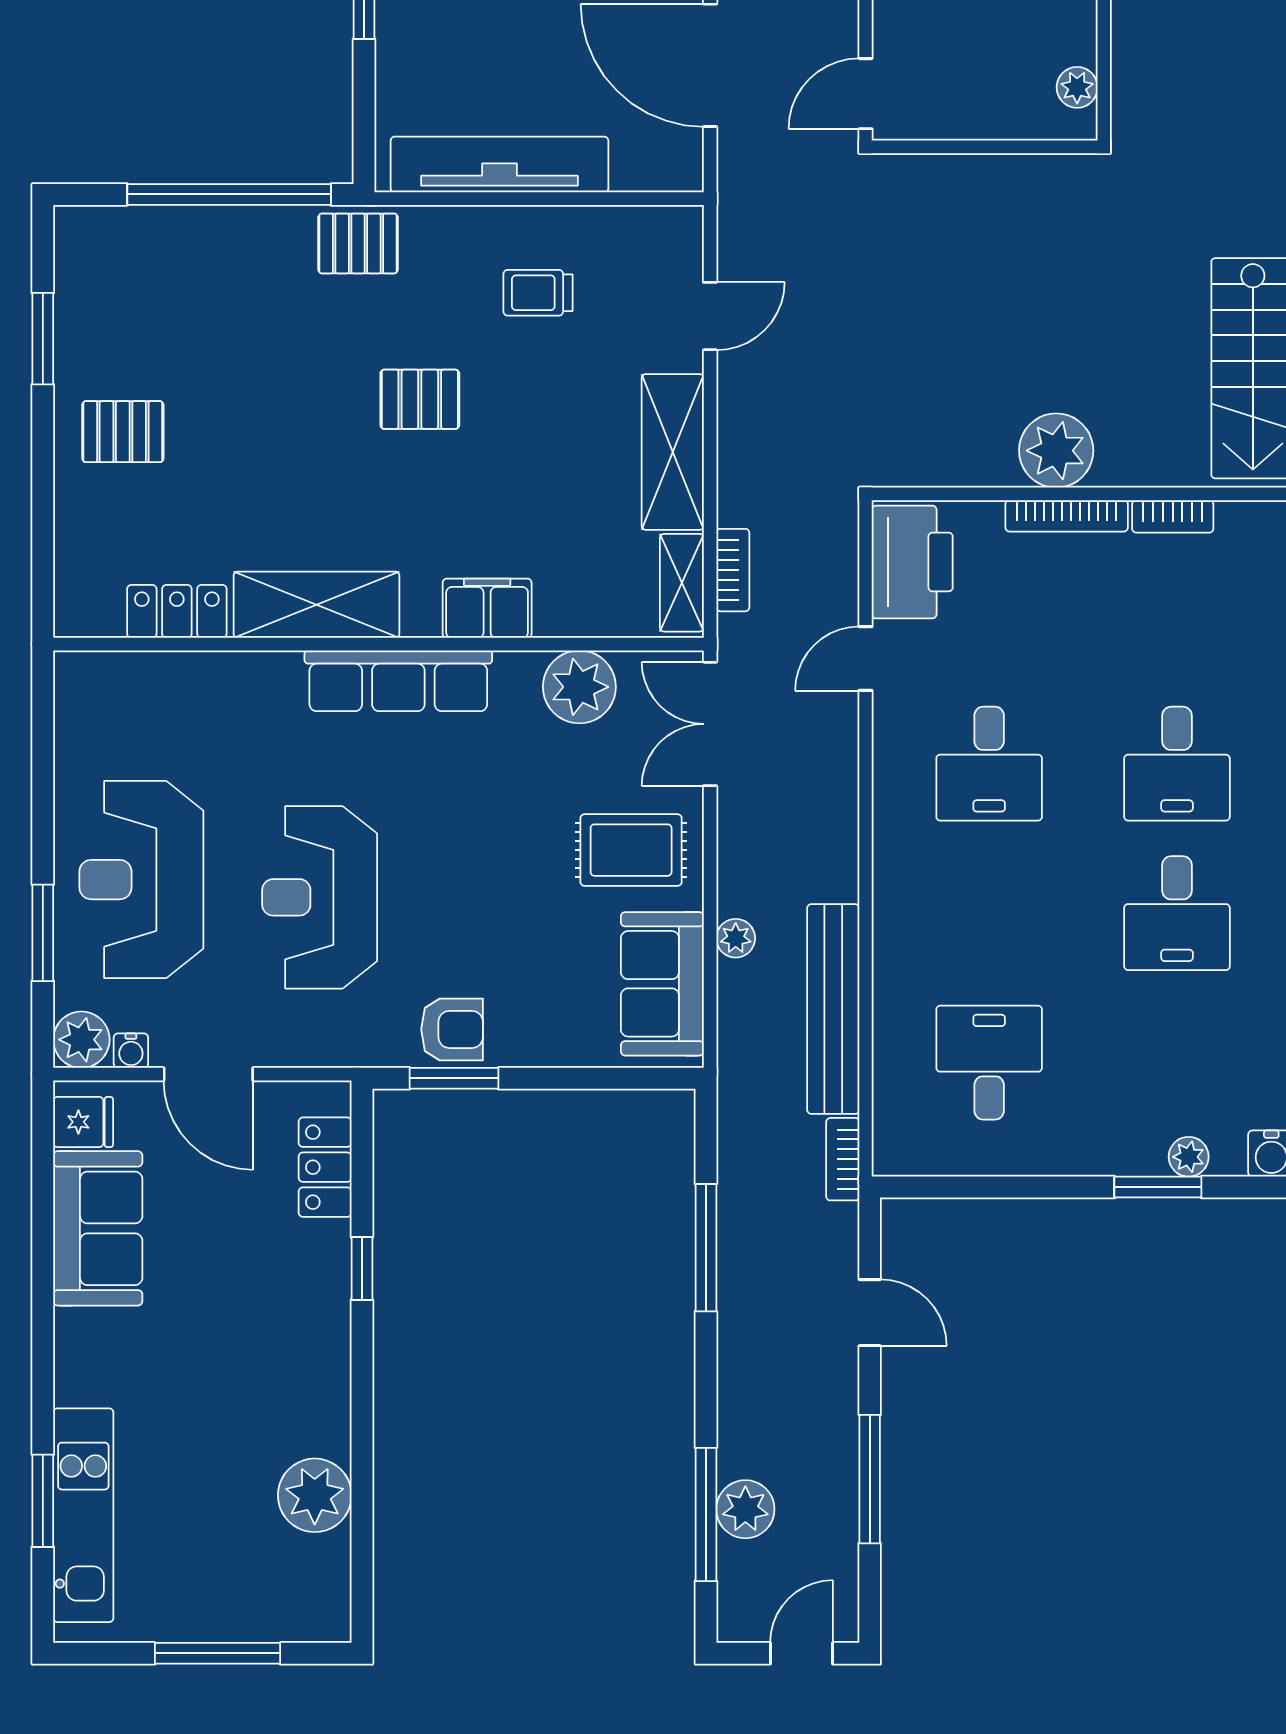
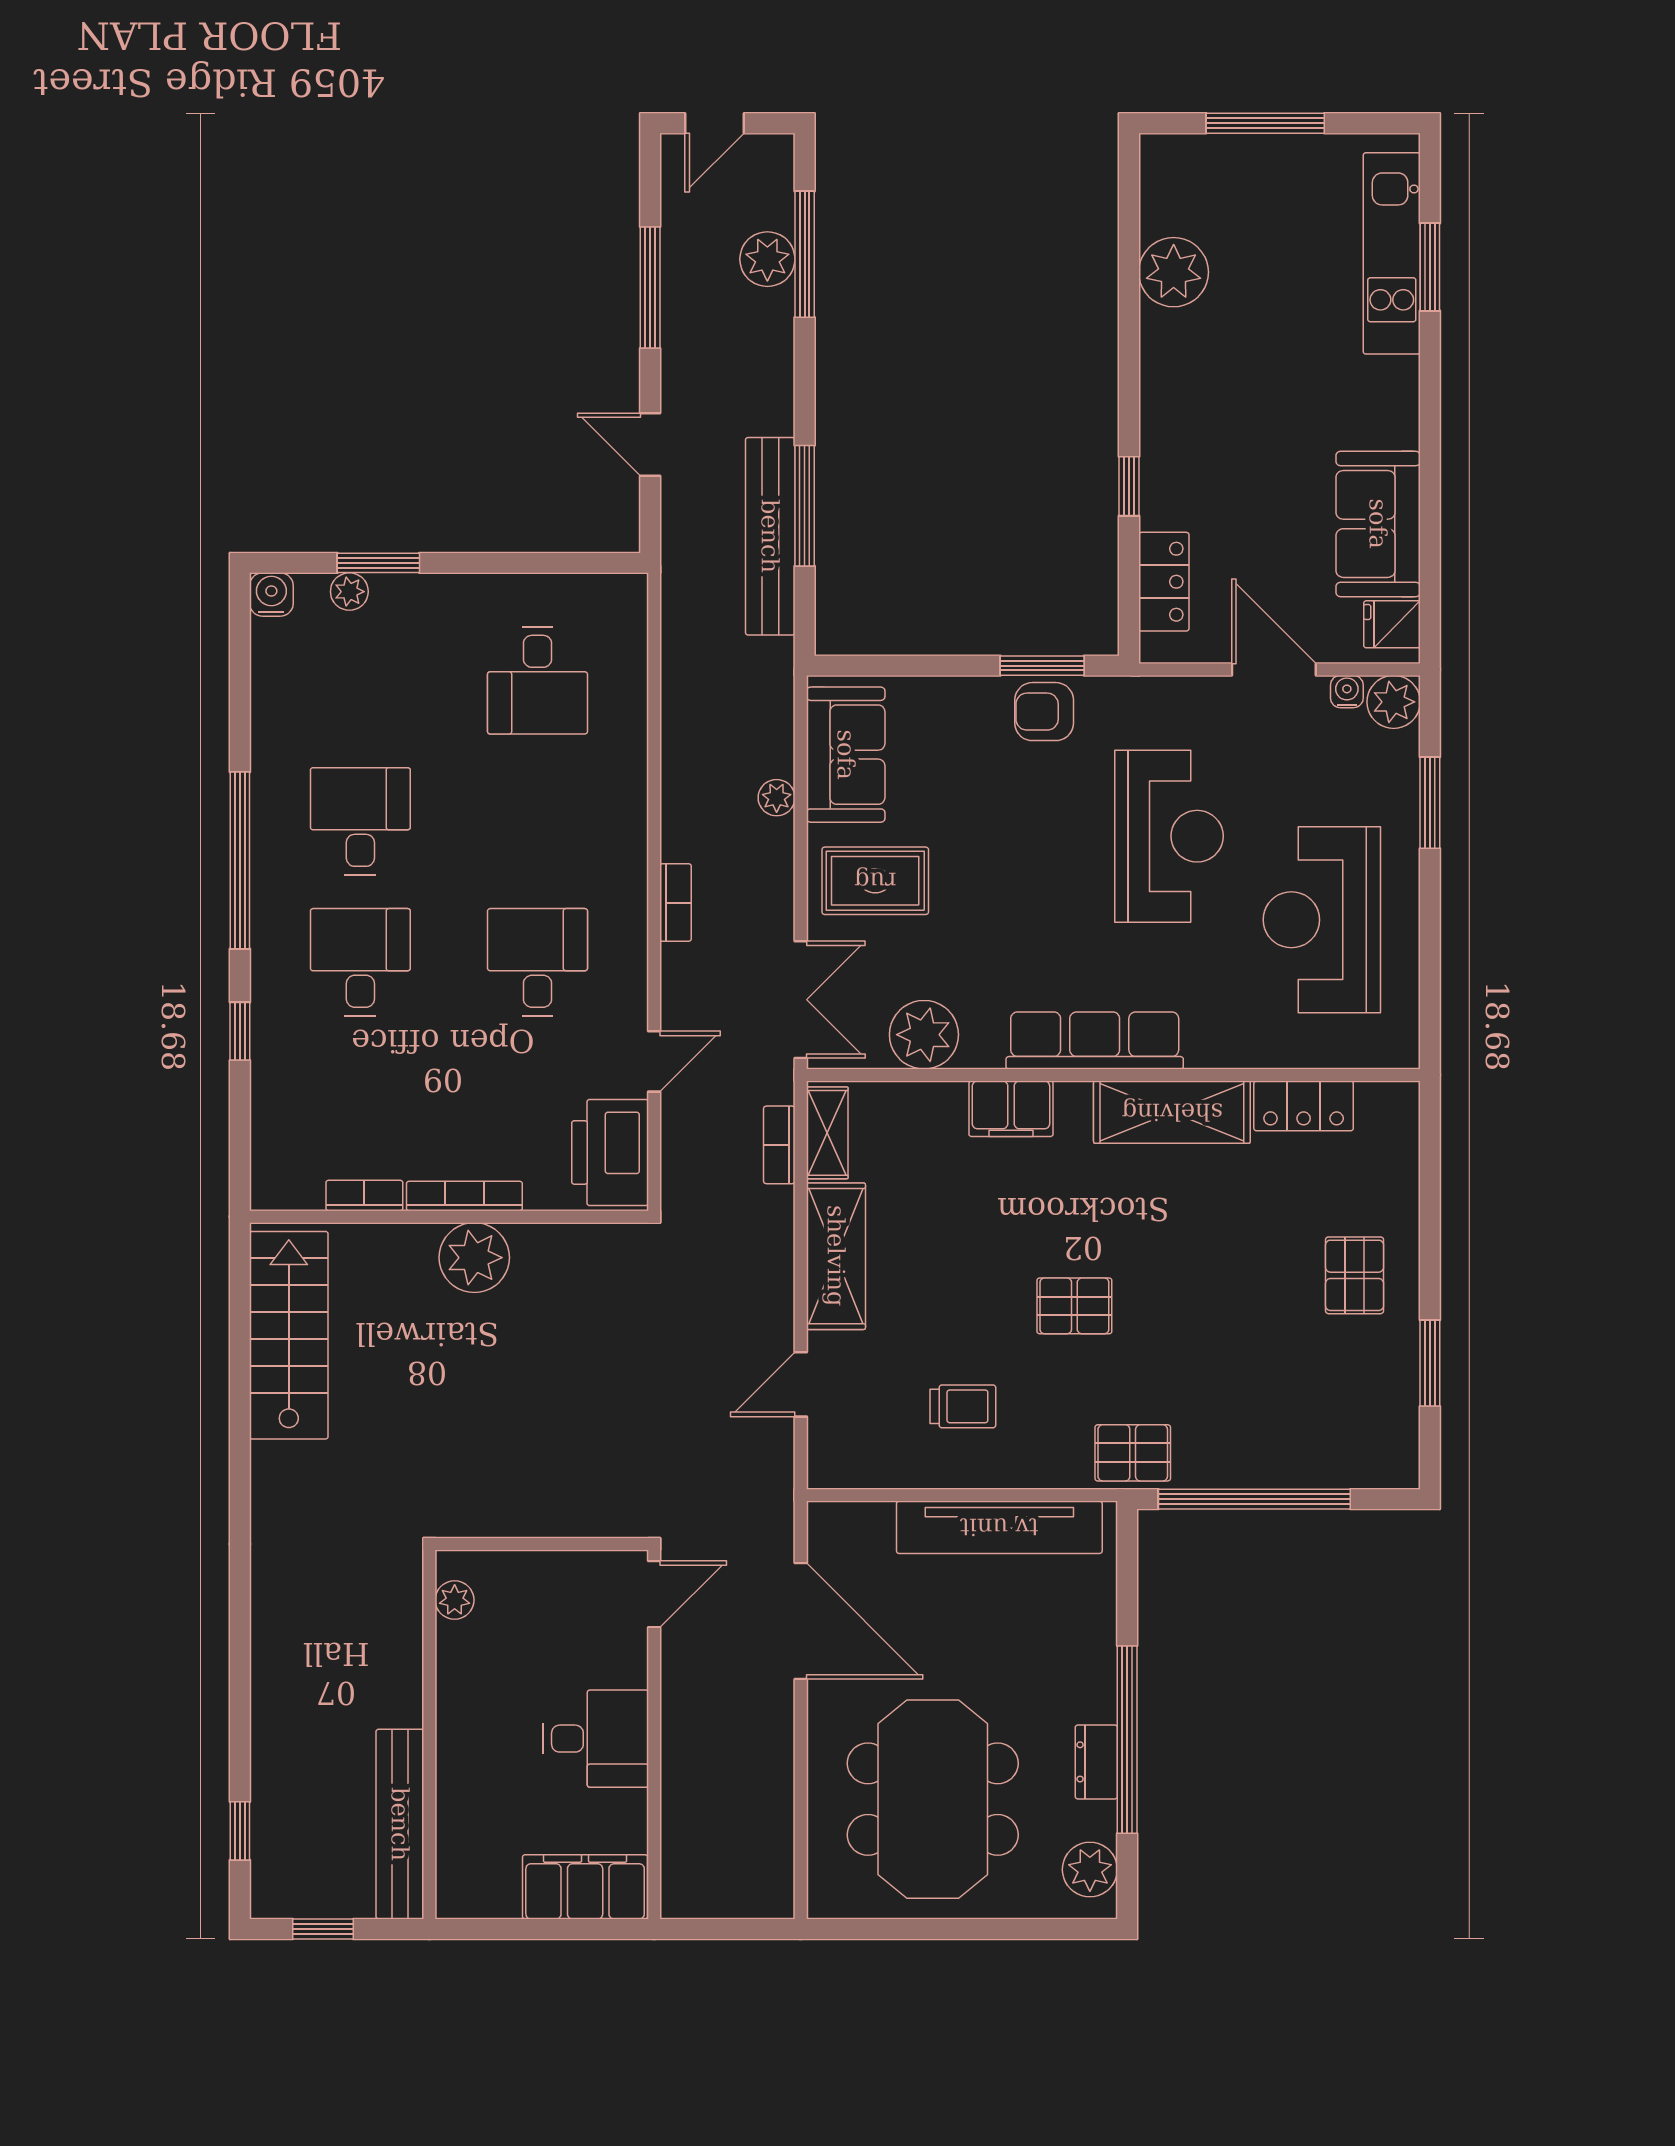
pallet: (123, 432) -> (1355, 1275), turned 90
reception desk: (141, 880) -> (1322, 920), moved, turned 180
bench: (833, 1009) -> (770, 536), moved
bookcase: (843, 1159) -> (676, 903), moved

